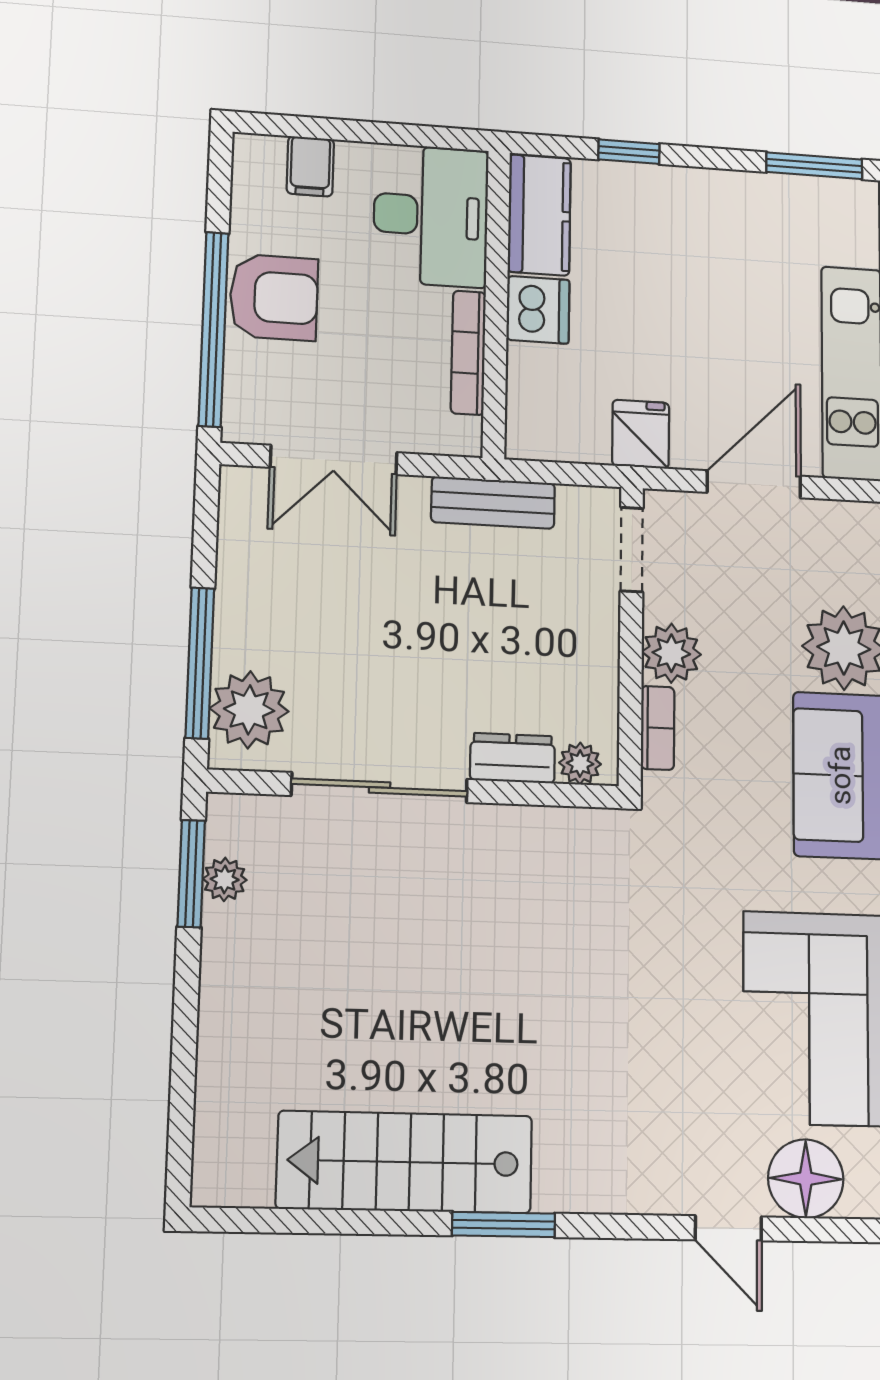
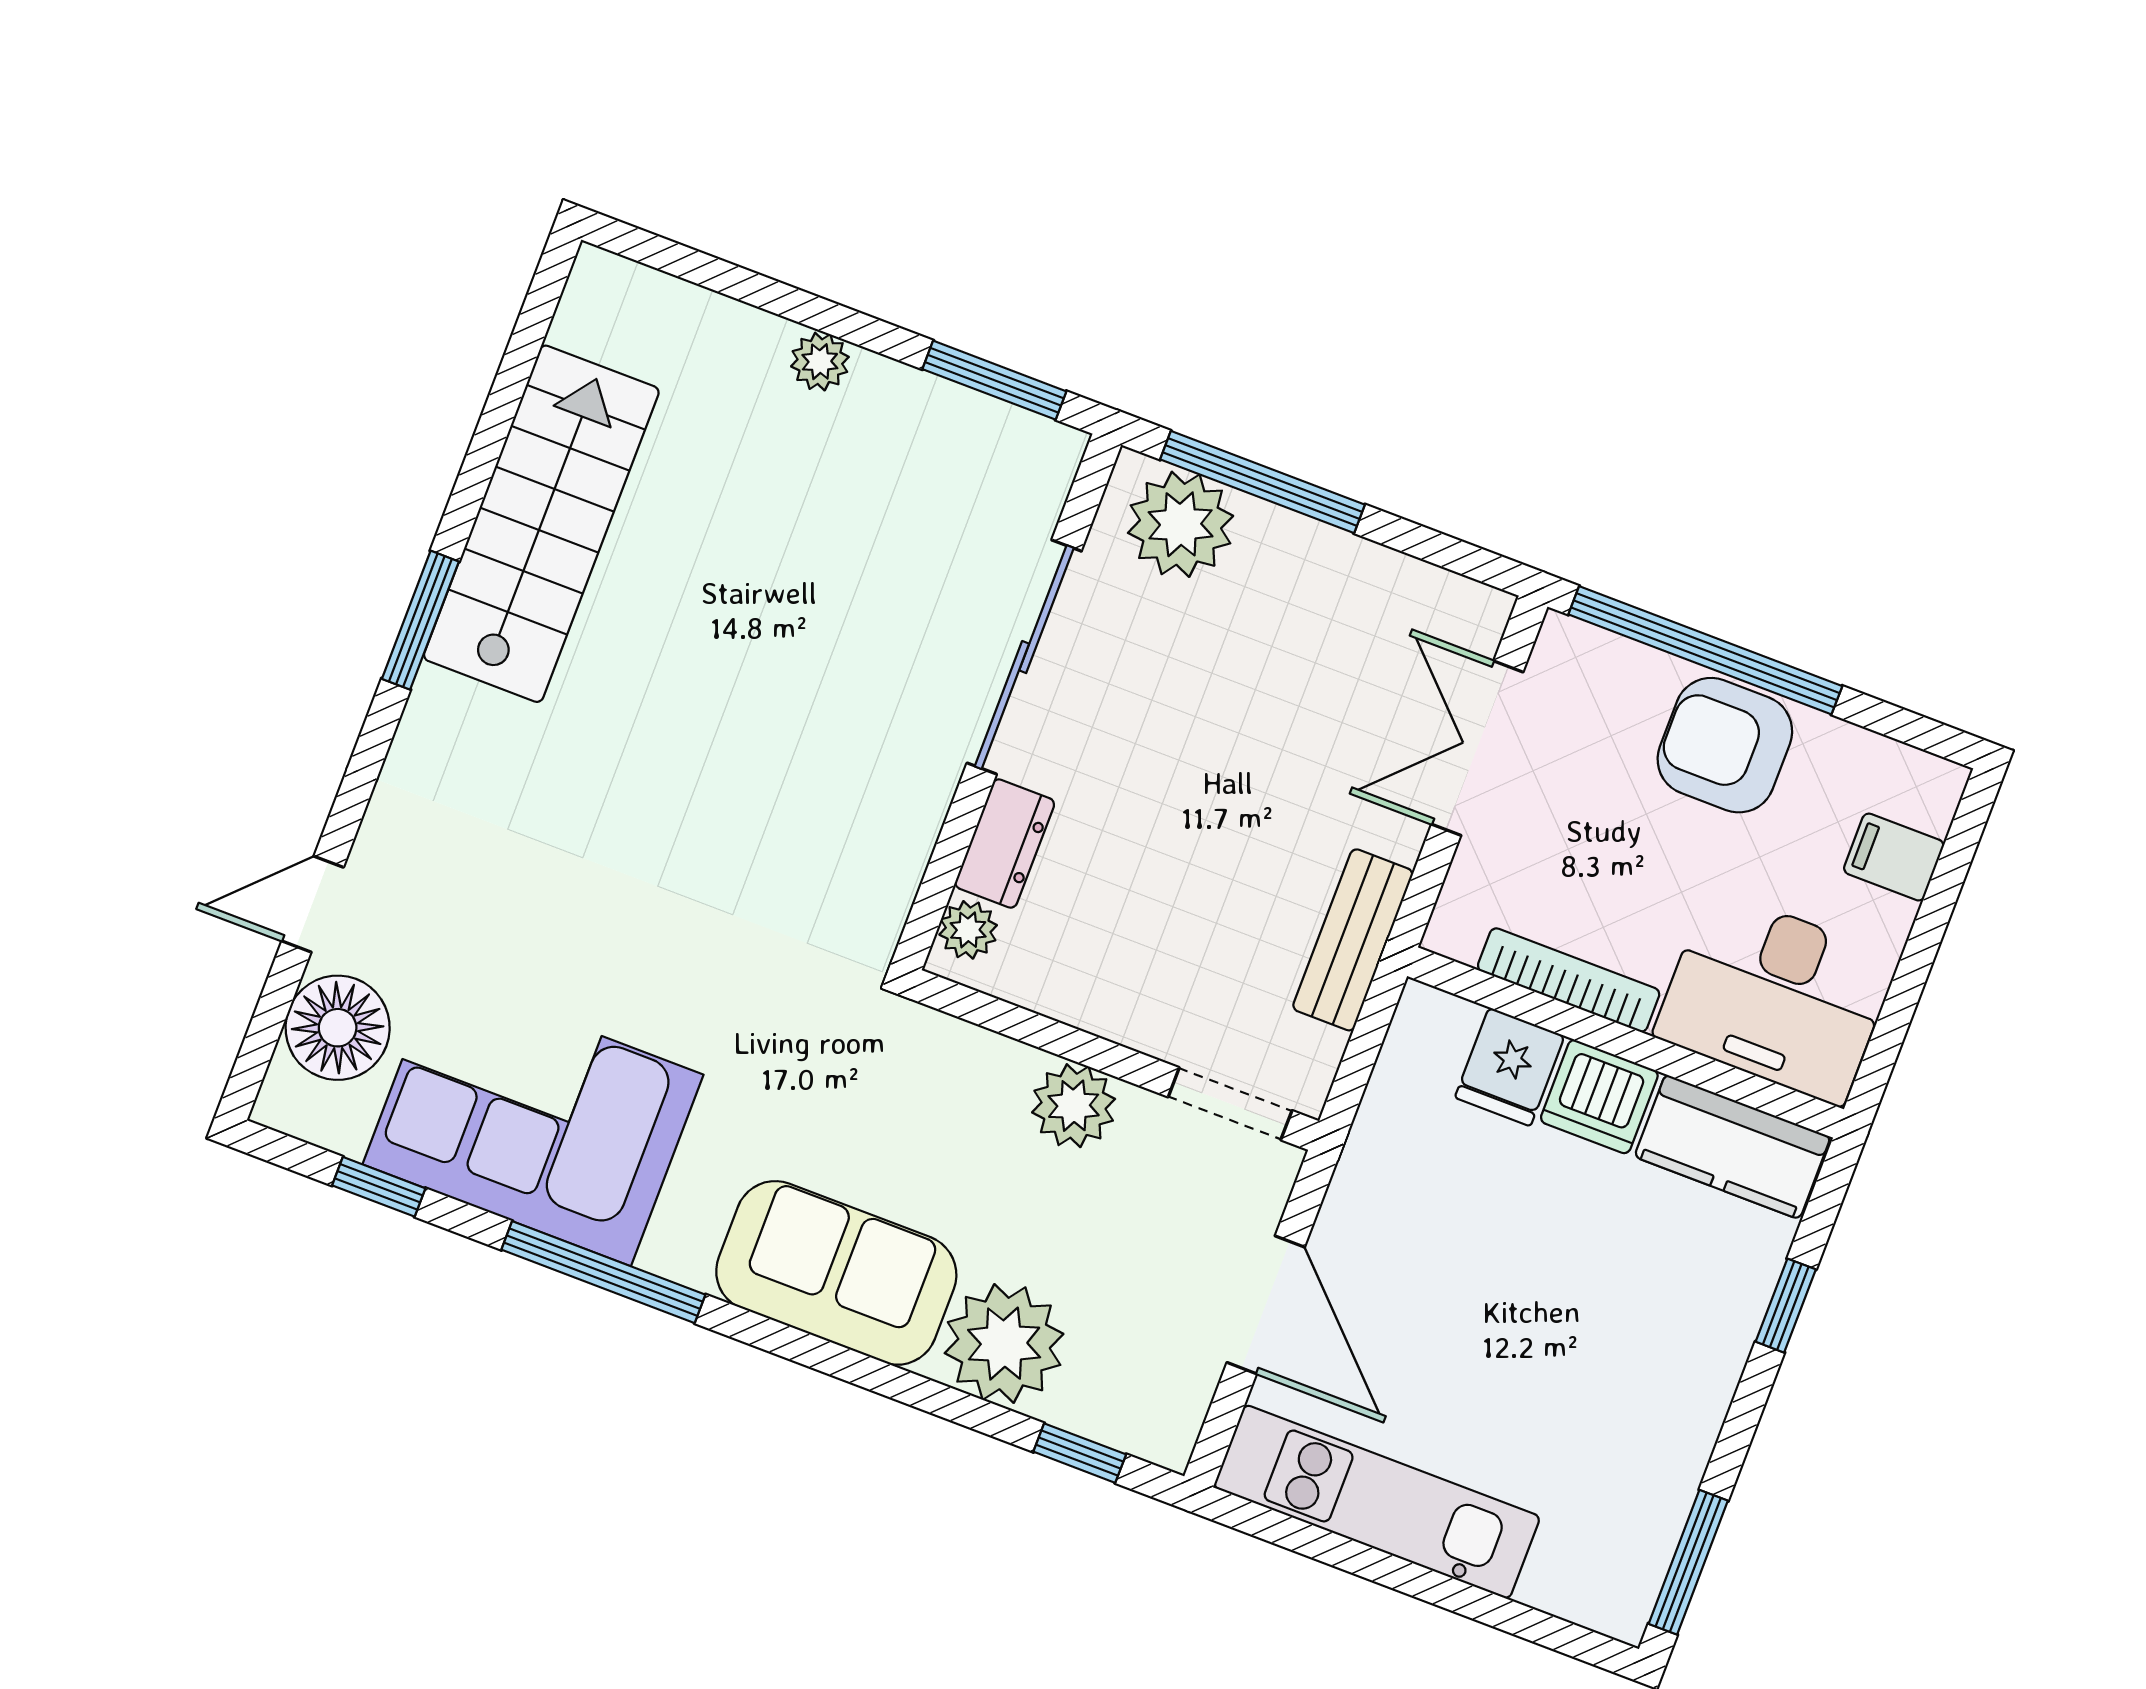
armchair: (274, 297) -> (1725, 745), turned 90
fridge: (641, 434) -> (1510, 1067), moved, turned 90
bookcase: (658, 728) -> (981, 1050), removed
plant: (225, 879) -> (820, 362), moved

